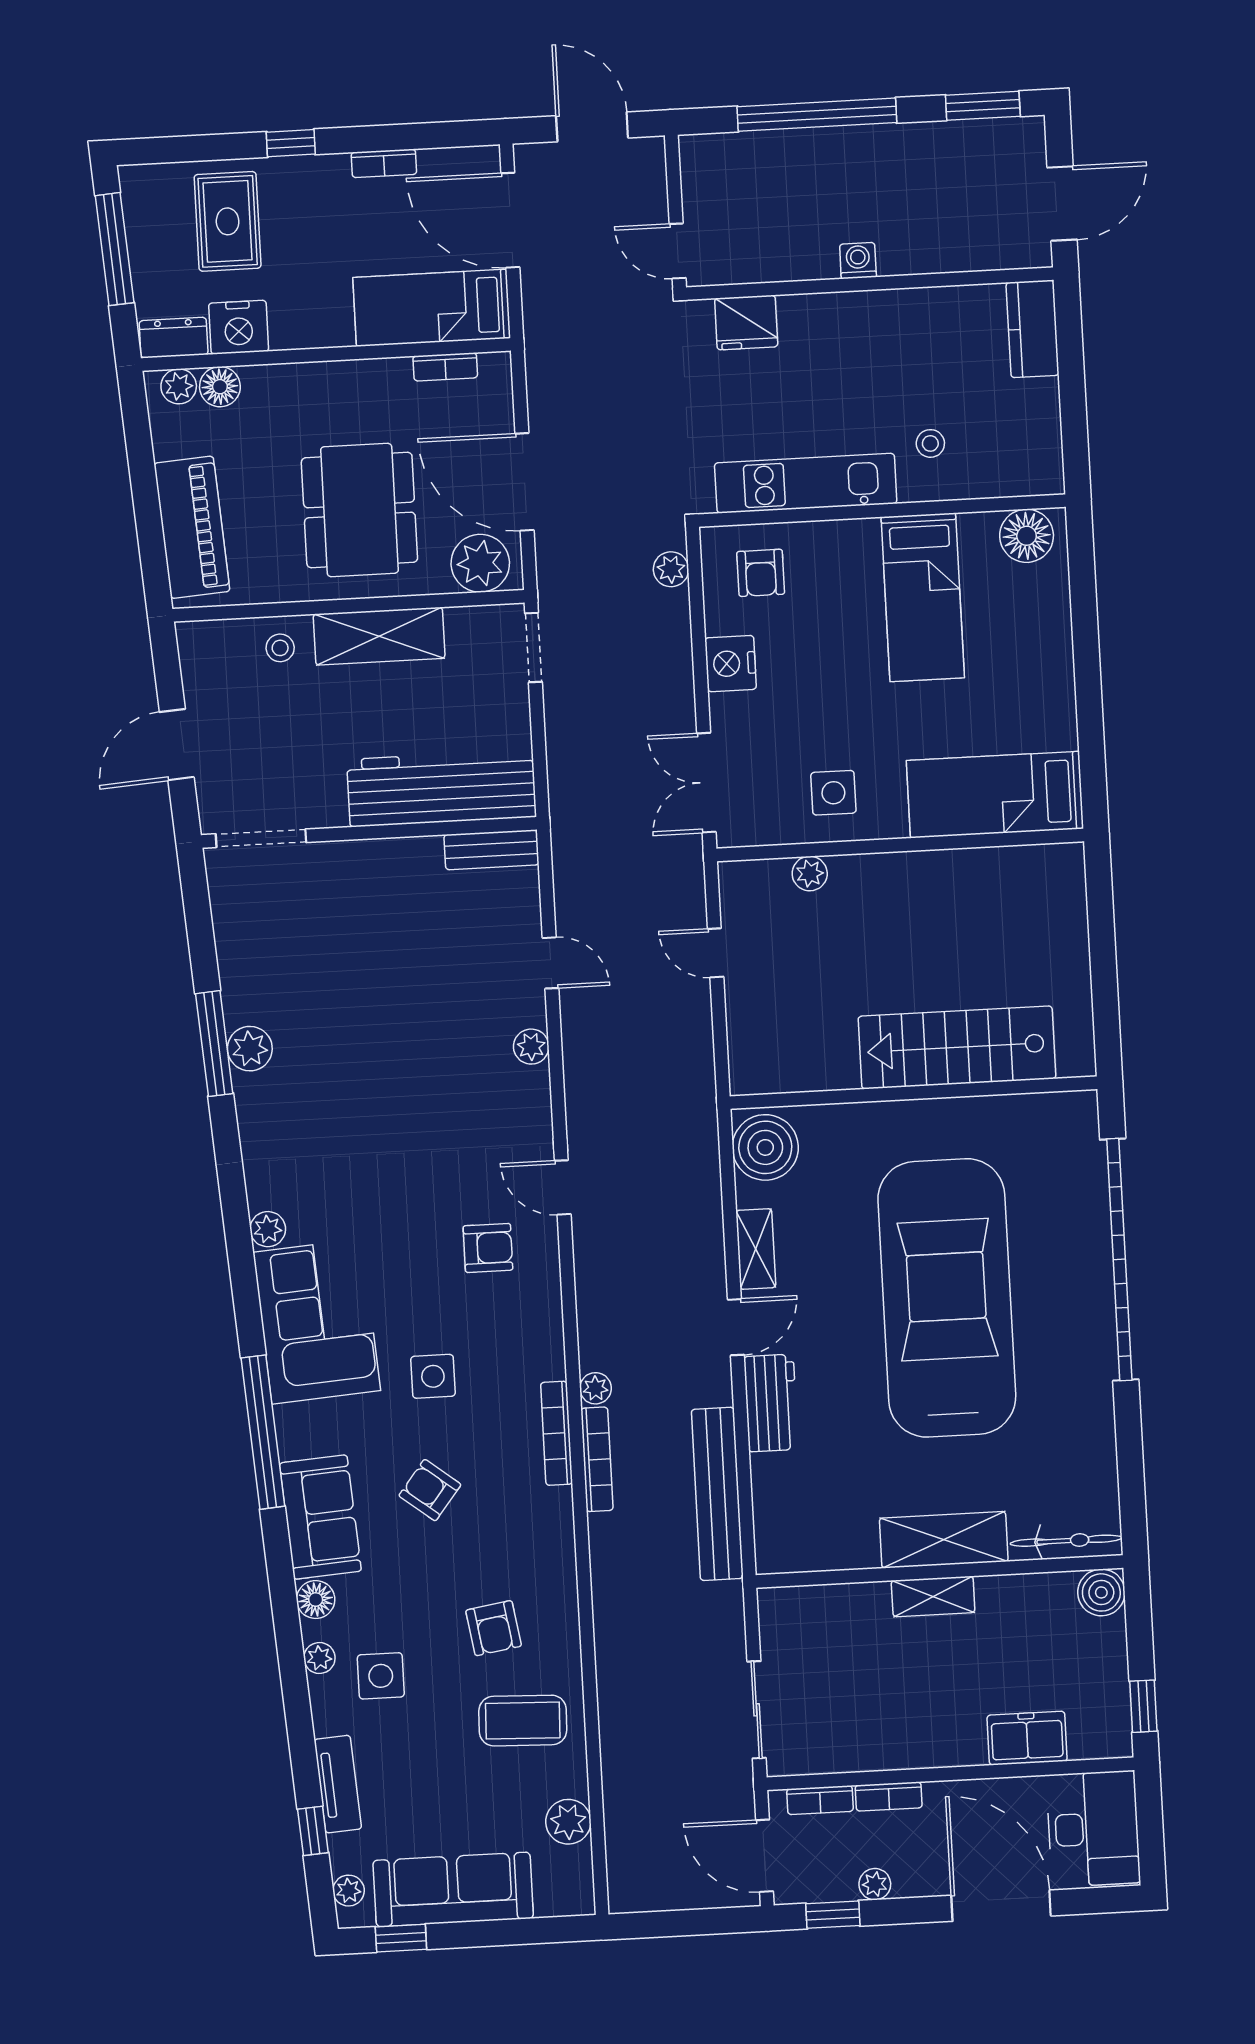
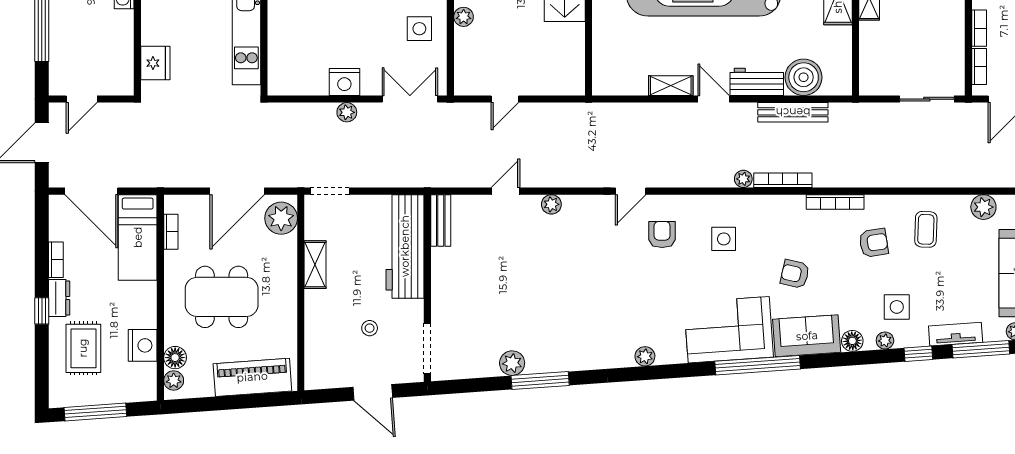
door: (510, 220) -> (91, 191), hinge flipped
rug: (228, 221) -> (83, 348), turned 90
door: (678, 251) -> (82, 99), moved
dresser: (174, 338) -> (59, 298), moved, turned 180
dining table: (359, 510) -> (222, 297), moved
plant: (671, 569) -> (347, 112), moved
armchair: (761, 573) -> (295, 63), removed
shelving: (379, 636) -> (315, 265), width x0.67, depth x0.75
stool: (280, 648) -> (370, 328), moved
double door: (706, 783) -> (410, 99), swing flipped
plant: (810, 874) -> (464, 17), moved
plant: (250, 1049) -> (512, 363), moved
boiler: (765, 1147) -> (804, 77), moved
corner sofa: (317, 1321) -> (729, 330), moved
side table: (433, 1376) -> (724, 239), moved
bookcase: (557, 1433) -> (835, 202), moved
armchair: (430, 1490) -> (795, 274), turned 65
bench: (717, 1494) -> (793, 112), width x0.73, depth x0.82
window: (299, 1719) -> (918, 354), added
coffee table: (523, 1721) -> (926, 229), width x0.73, depth x0.77
window: (313, 1831) -> (981, 349), width x2.17

